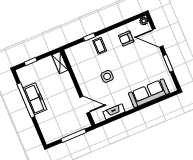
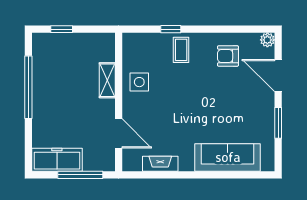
shelving: (60, 63) -> (107, 80), moved
side table: (107, 76) -> (139, 82), moved
freezer: (35, 99) -> (57, 160), moved, turned -90

